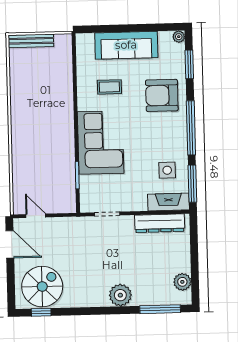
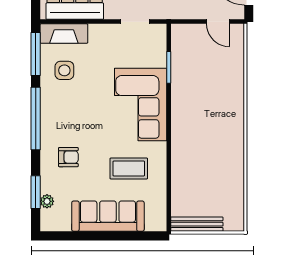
plant: (179, 37) -> (47, 201), moved
bench: (31, 41) -> (197, 224), moved
coffee table: (109, 87) -> (129, 168), width x1.36, depth x1.30
armchair: (162, 95) -> (68, 157), width x0.53, depth x0.53

